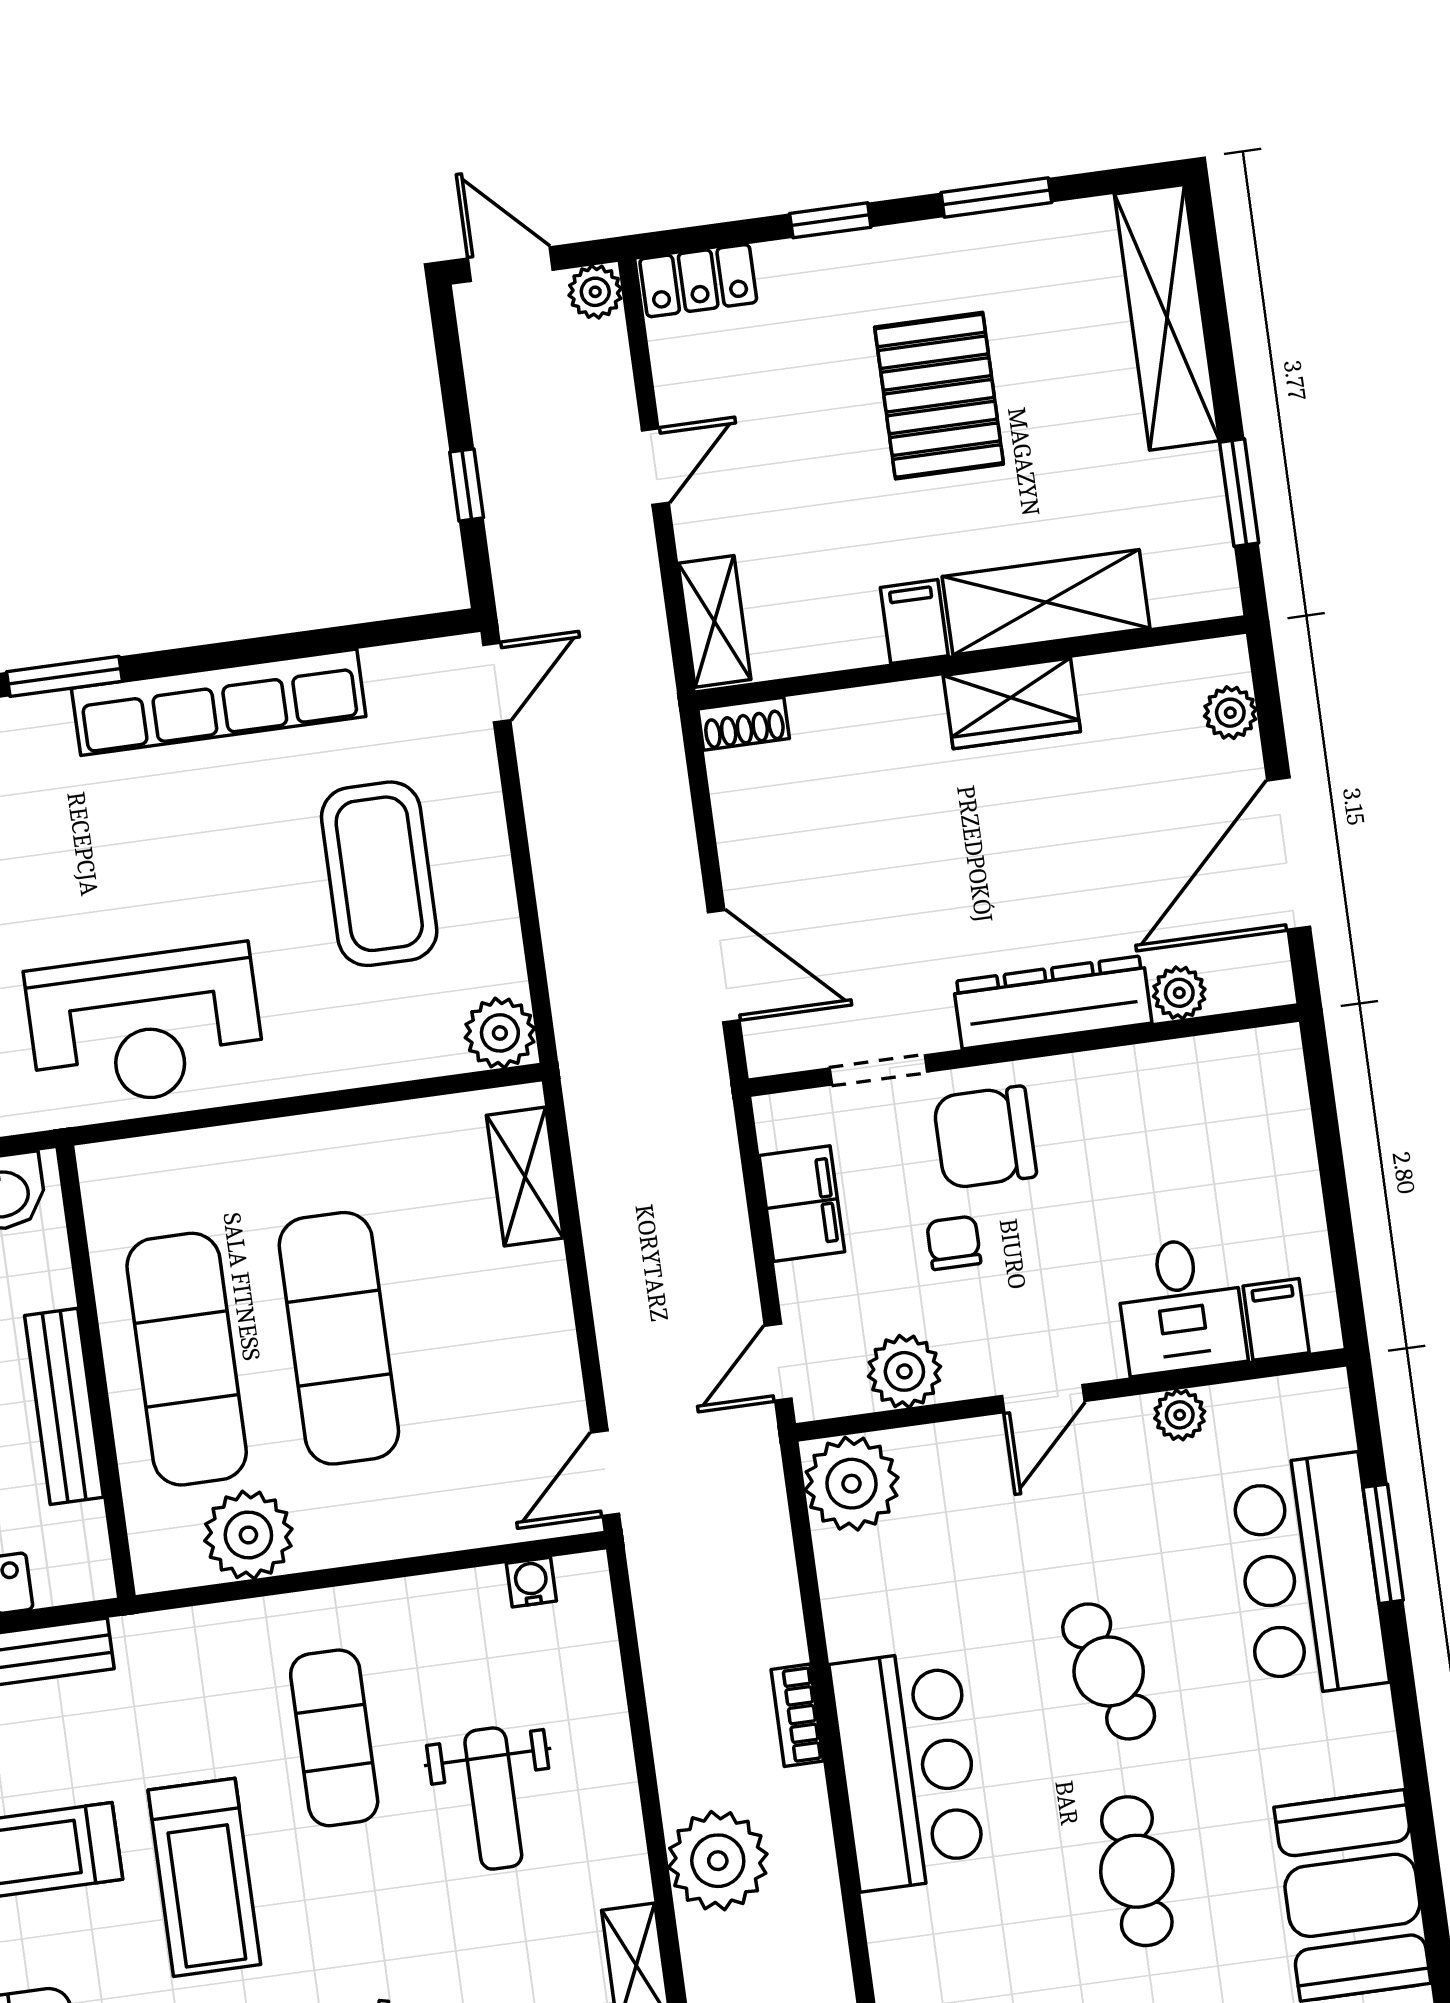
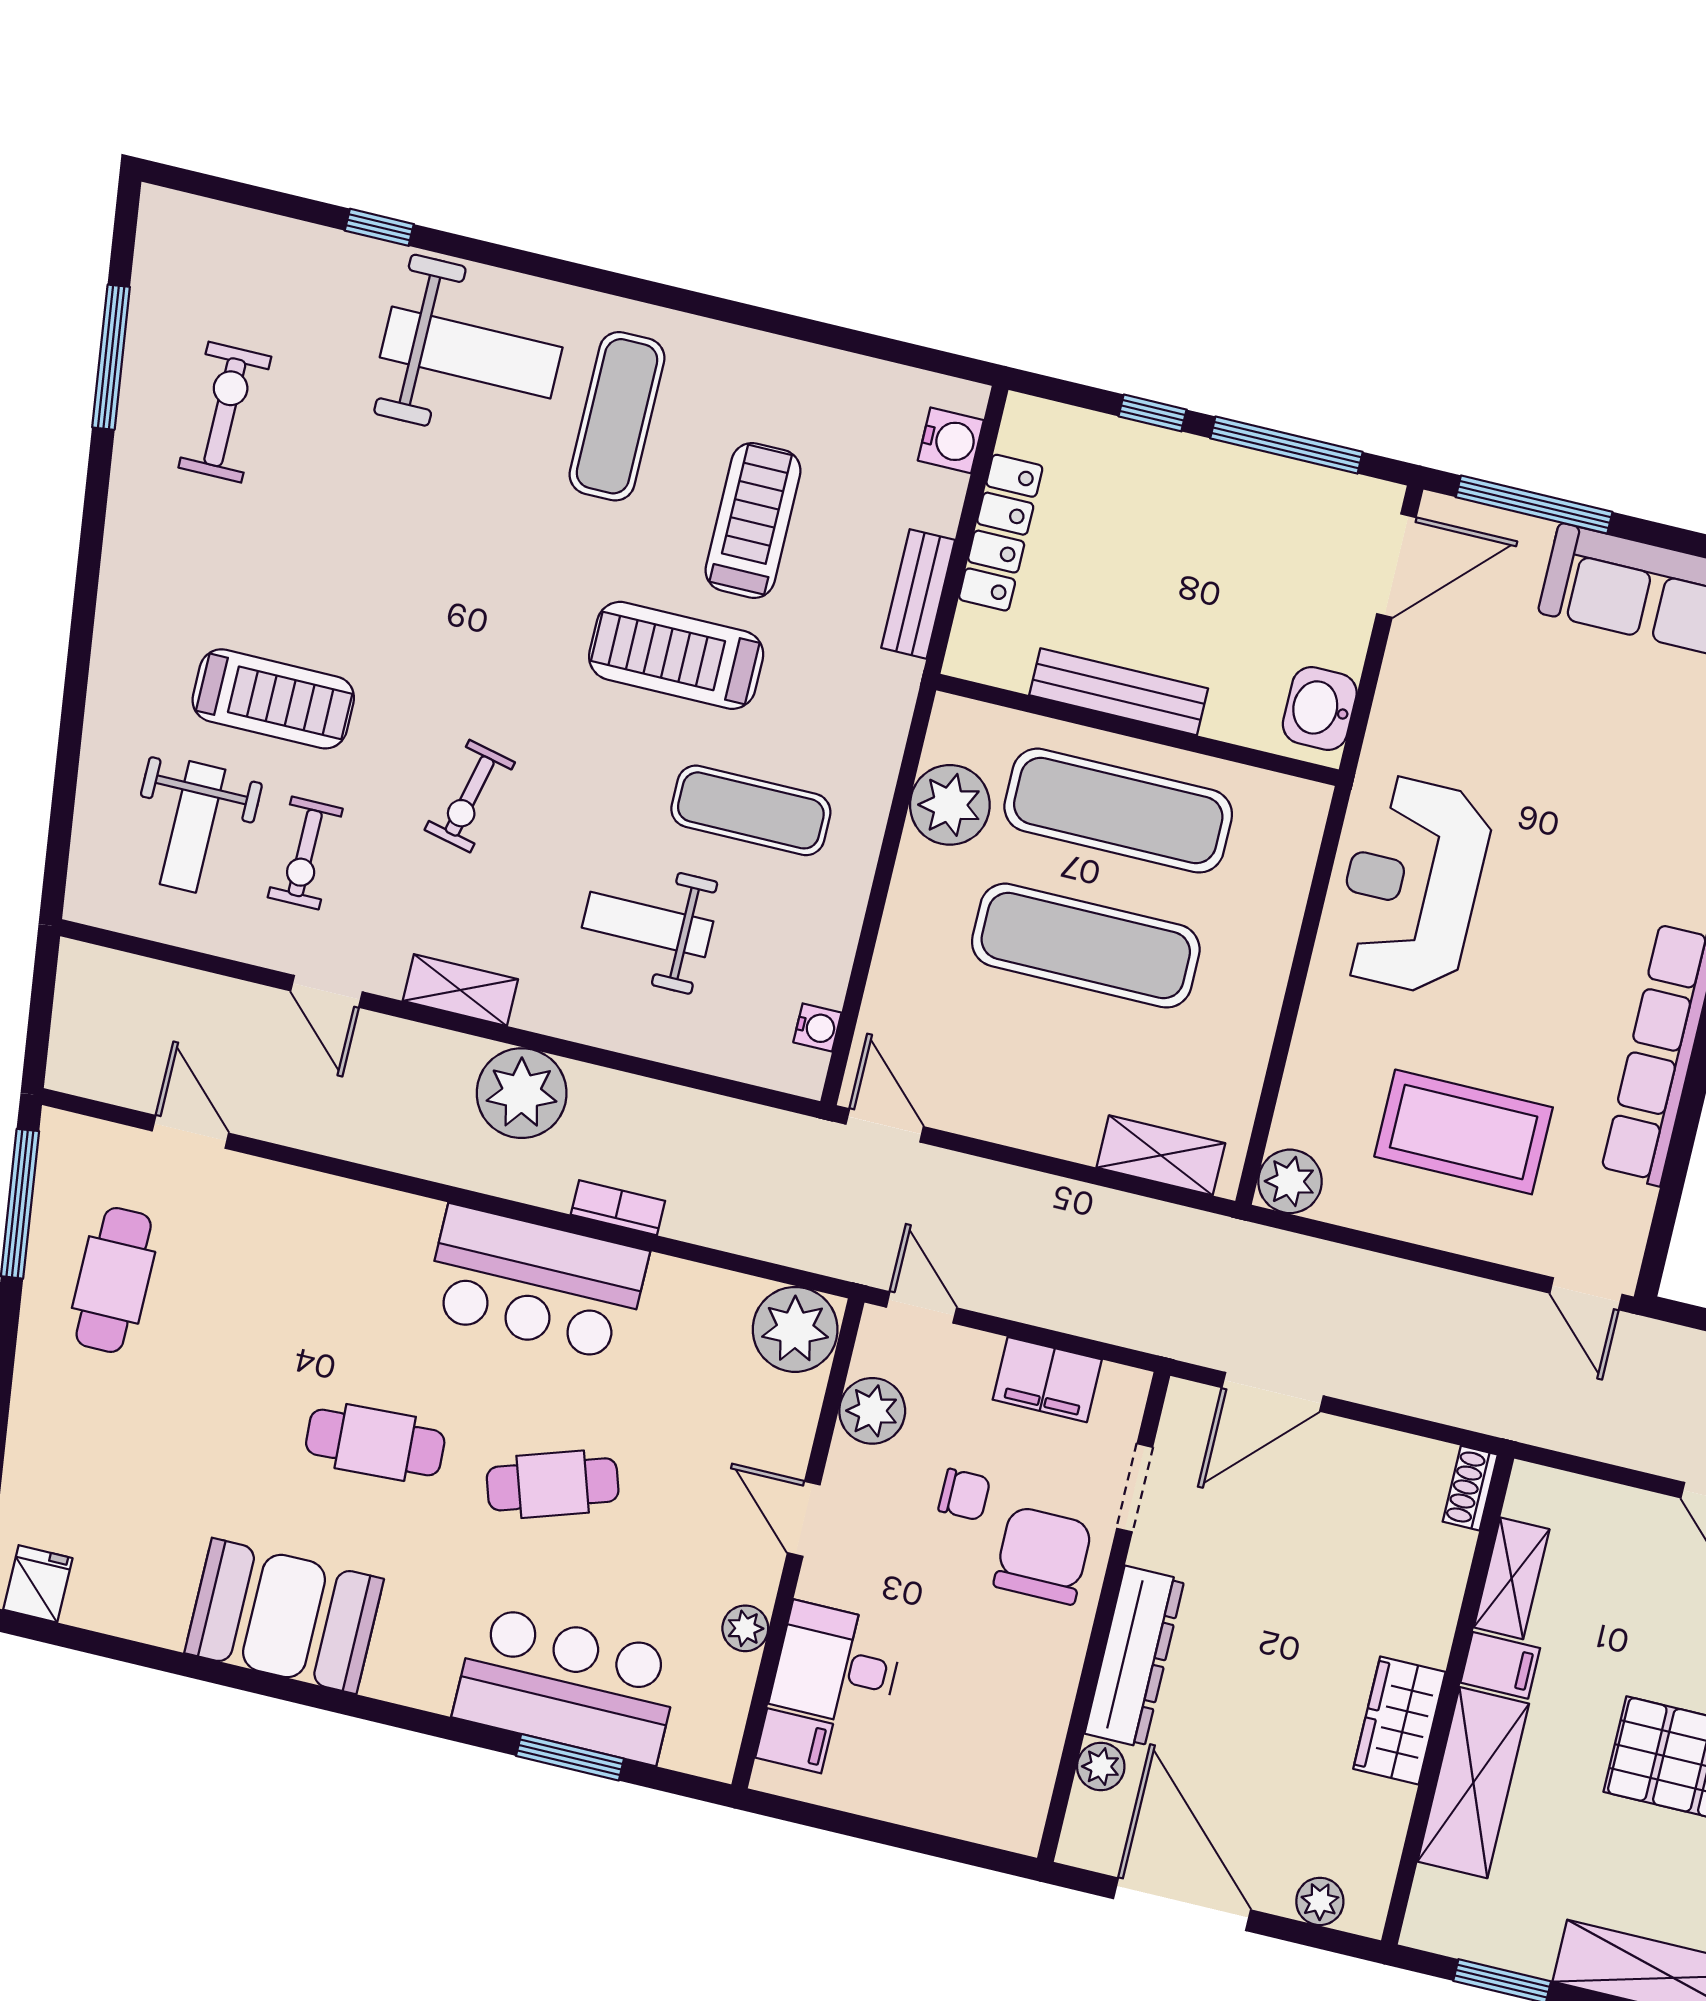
shelving: (714, 621) -> (1512, 1578), moved, turned 90

